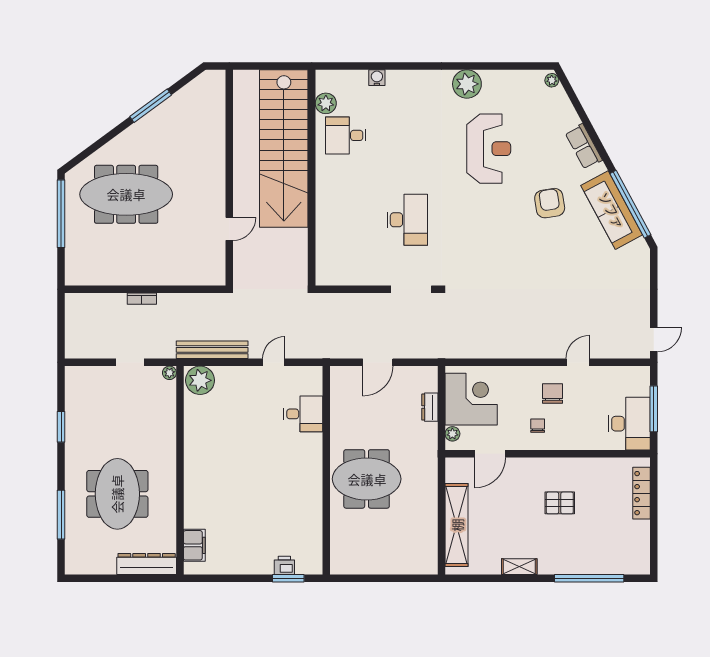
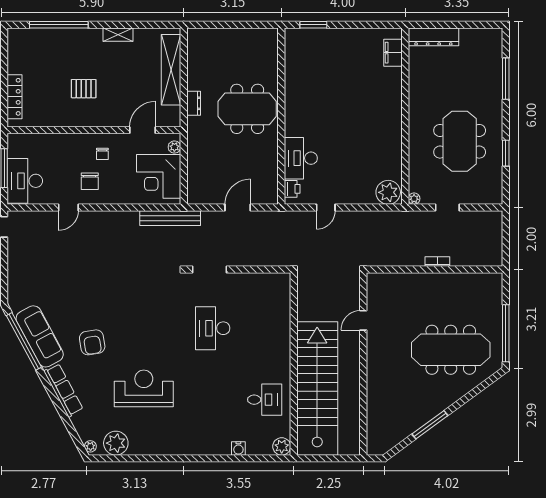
plant: (467, 84) -> (116, 443), moved
plant: (326, 103) -> (282, 446), moved
row of seats: (584, 147) -> (63, 390), width x1.48
reception desk: (489, 149) -> (144, 388), turned 90
bench: (212, 350) -> (170, 218), moved
dresser: (430, 407) -> (194, 103), moved
desk: (303, 414) -> (301, 158), width x1.37
desk: (629, 424) -> (25, 181), moved
meeting table: (117, 494) -> (460, 141), moved
printer: (284, 565) -> (292, 189), moved, turned -90

